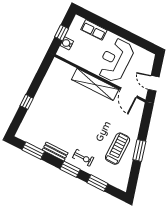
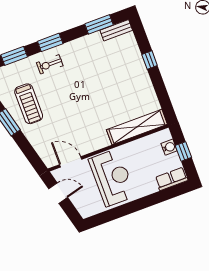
row of seats: (94, 30) -> (171, 179), moved
shelving: (95, 84) -> (137, 127), moved
bench: (55, 151) -> (116, 30), moved

